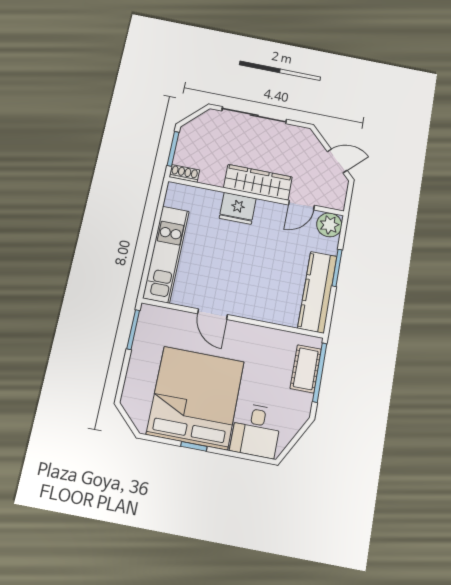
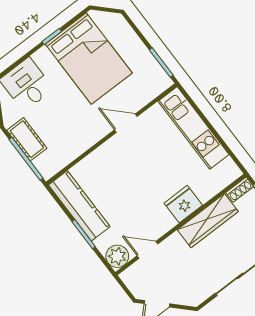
wardrobe: (258, 182) -> (208, 221), moved
door: (301, 205) -> (147, 250), hinge flipped
cot: (306, 369) -> (27, 139), moved
bed: (196, 398) -> (89, 59), width x0.73

